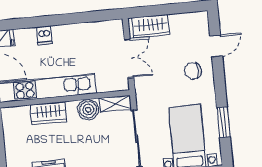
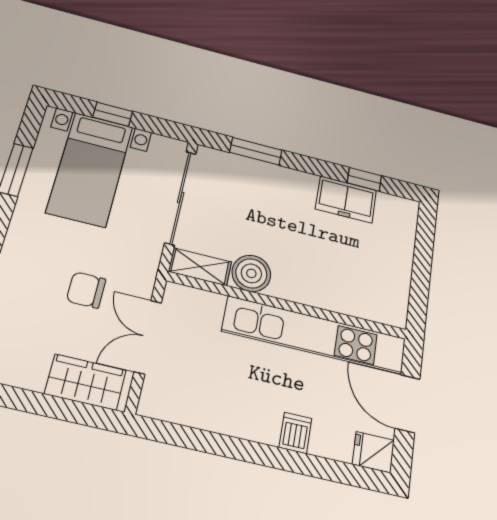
chair: (193, 71) -> (86, 290), moved, turned 180
wardrobe: (49, 113) -> (323, 292), removed

